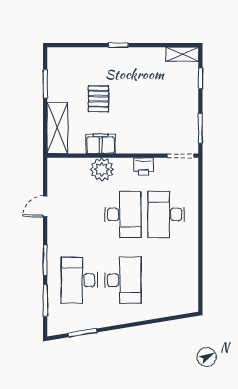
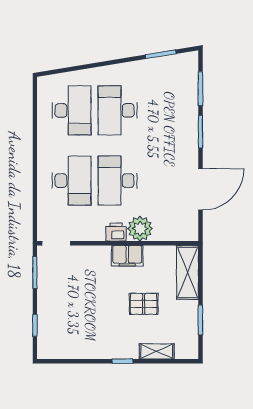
shelving: (182, 54) -> (157, 351), moved
pallet: (98, 99) -> (144, 304), turned 90
filing cabinet: (101, 144) -> (127, 256), moved
printer: (143, 166) -> (116, 232), moved
door: (45, 206) -> (200, 189), width x1.87
desk: (79, 280) -> (71, 110), moved

